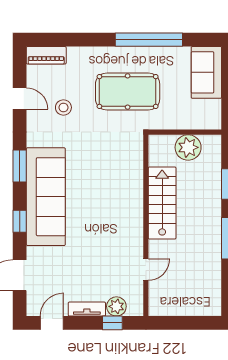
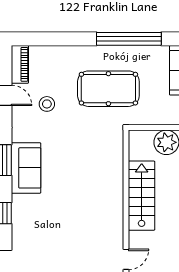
piano: (46, 55) -> (20, 64), moved, turned -90
sofa: (46, 197) -> (26, 168), width x0.54, depth x0.79

